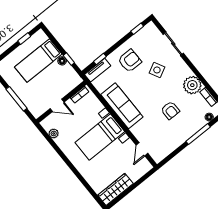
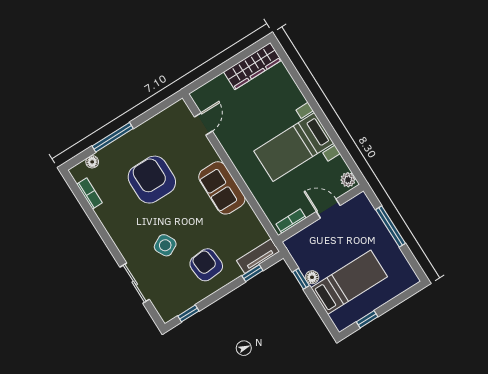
armchair: (130, 61) -> (206, 265), turned 85
plant: (192, 85) -> (113, 215), removed
sofa: (122, 106) -> (222, 188), width x0.73
armchair: (170, 110) -> (152, 180), width x1.88, depth x1.88
plant: (54, 133) -> (348, 180), moved
bed with nightstands: (100, 137) -> (294, 147), moved, turned 180

